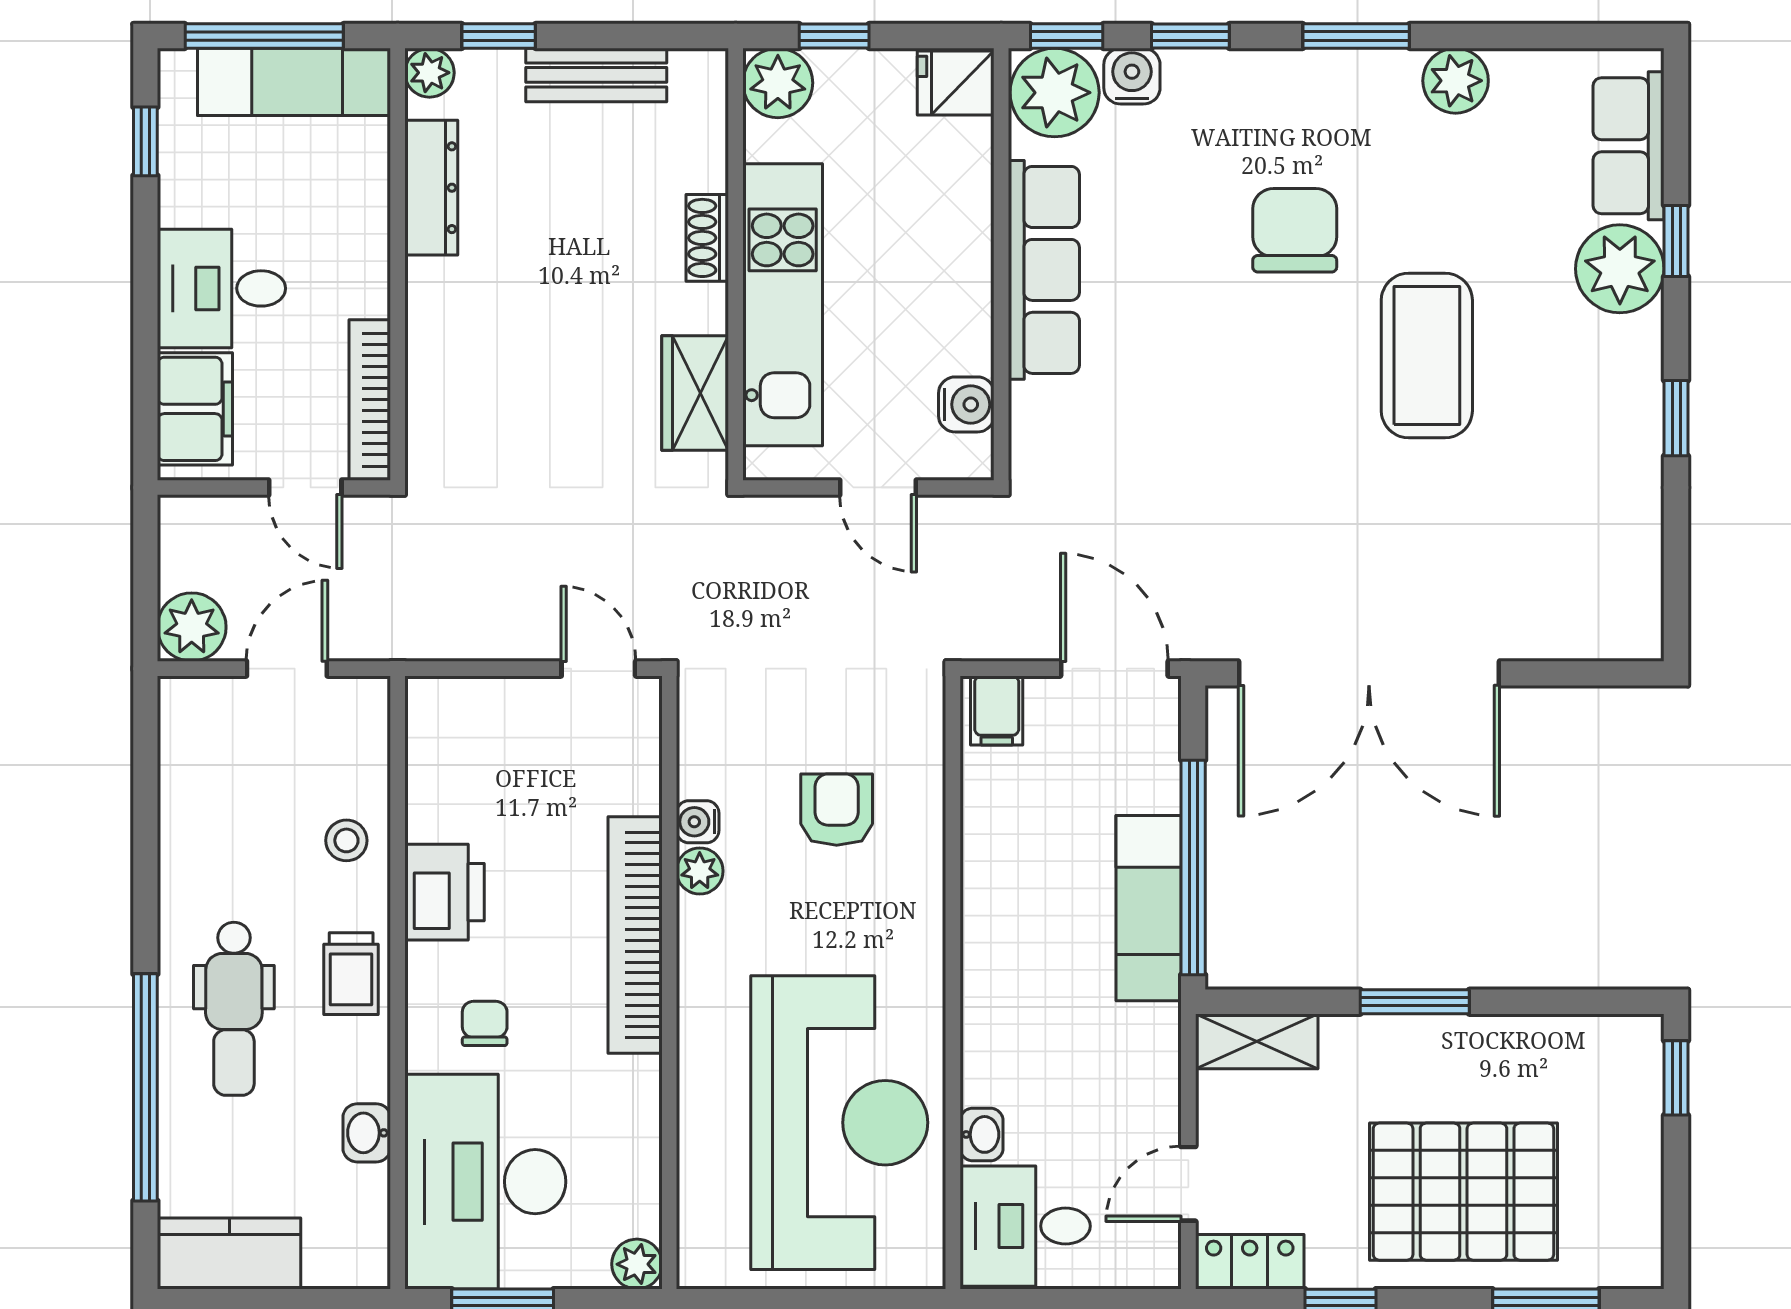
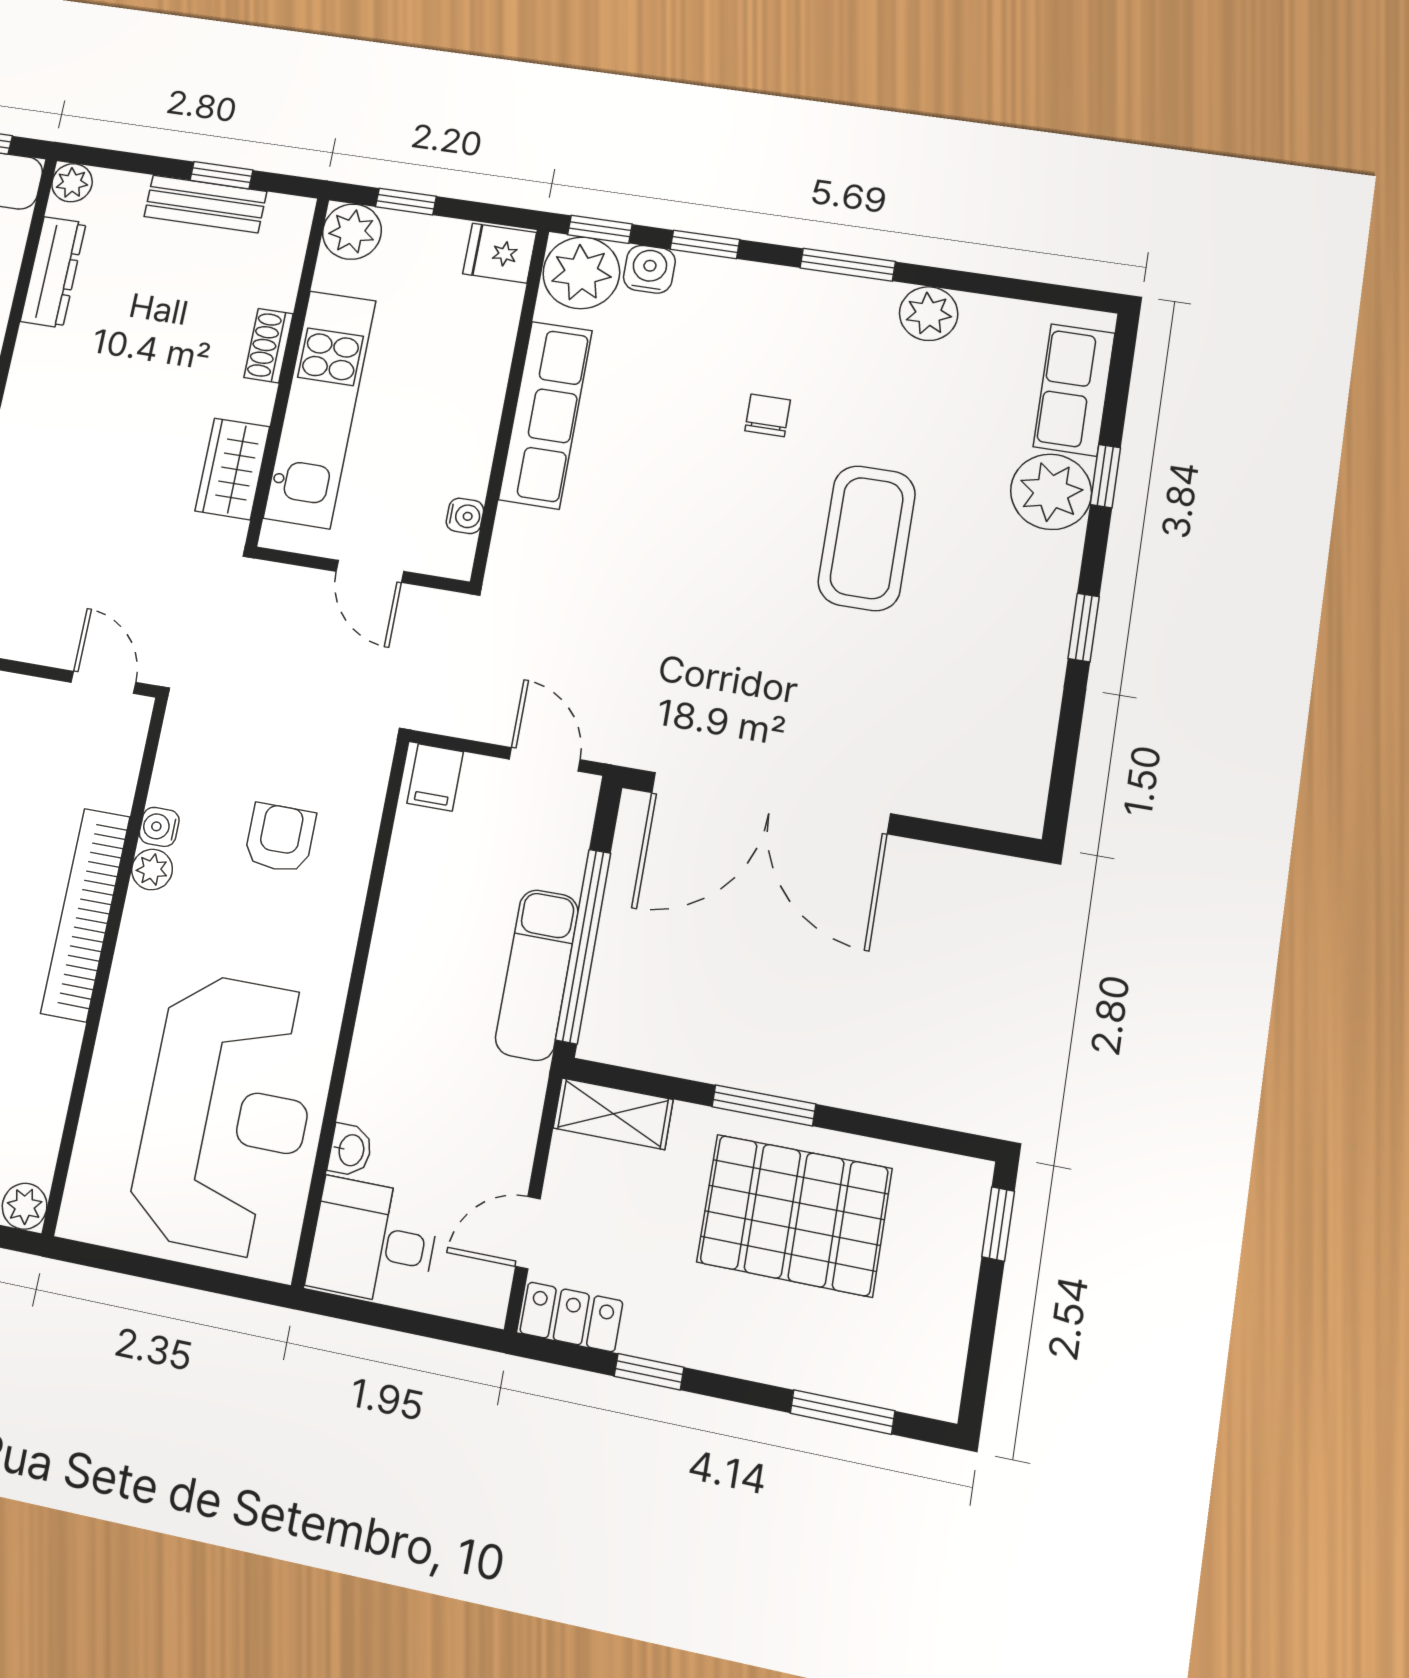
window: (499, 36) -> (221, 175), moved
chair: (1295, 230) -> (768, 415), width x0.54, depth x0.54
water cooler: (966, 404) -> (465, 516), width x0.72, depth x0.72
door: (1114, 669) -> (545, 759), width x0.73
pallet: (1463, 1192) -> (794, 1215), moved

